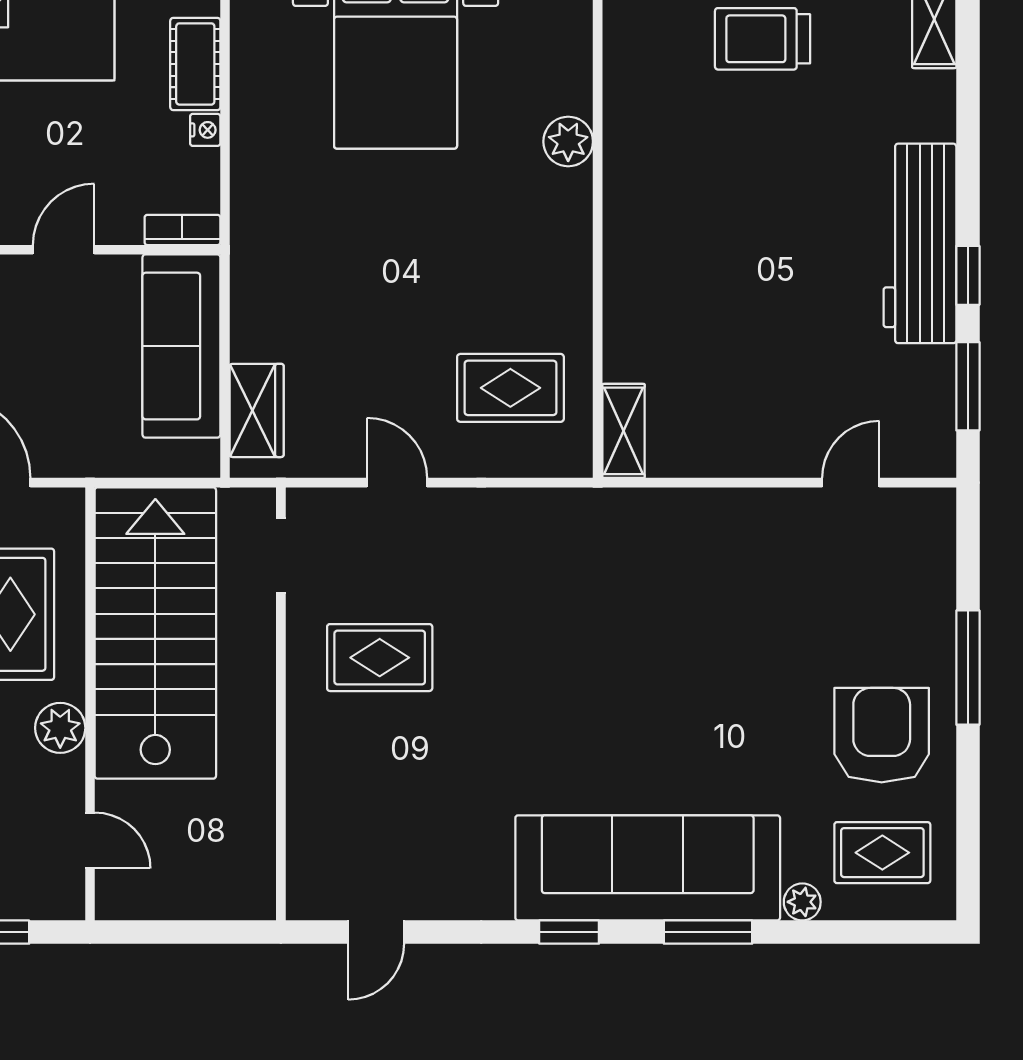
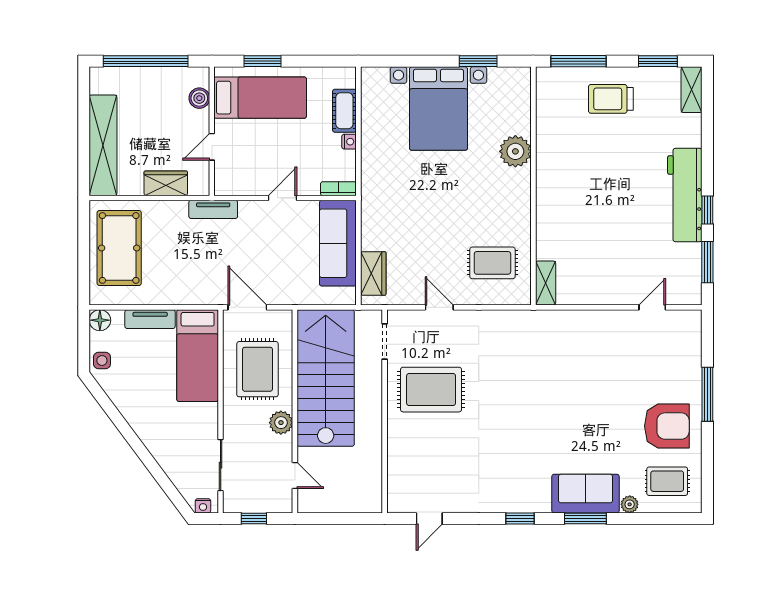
plant: (568, 142) -> (515, 151), width x1.36, depth x1.36
rug: (380, 658) -> (431, 390), width x1.36, depth x1.43
armchair: (882, 735) -> (667, 426), turned 90
sofa: (648, 868) -> (586, 494), width x0.54, depth x0.79

